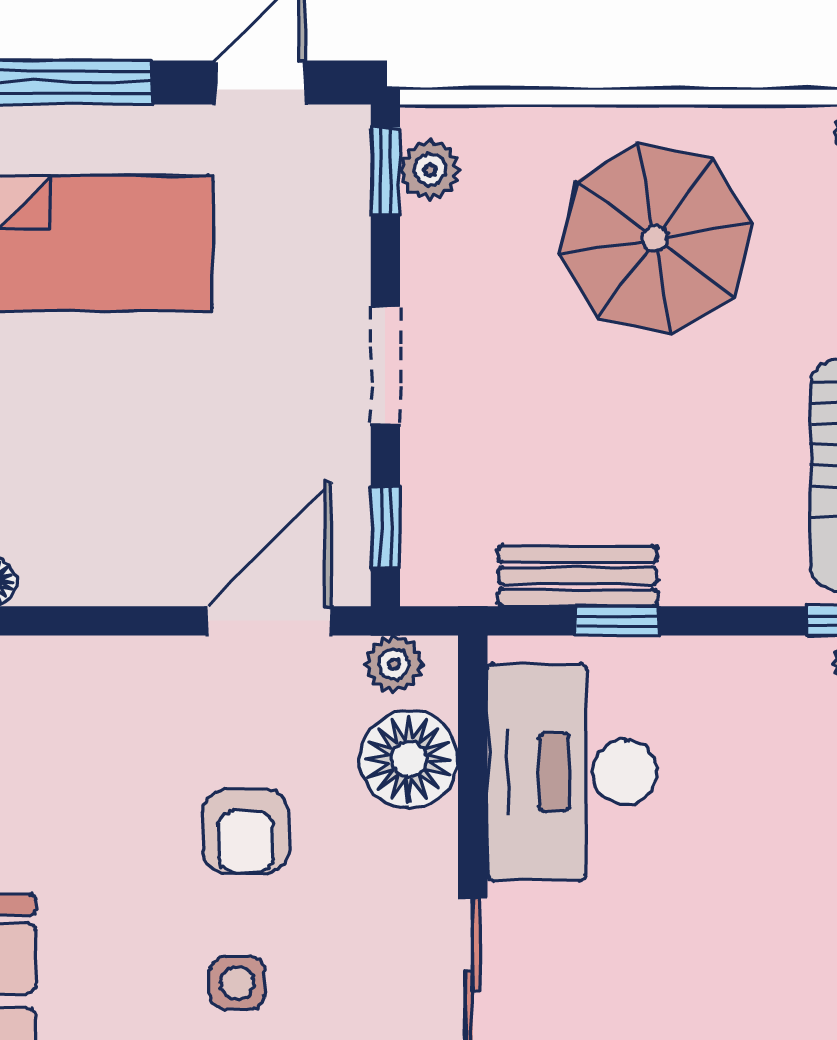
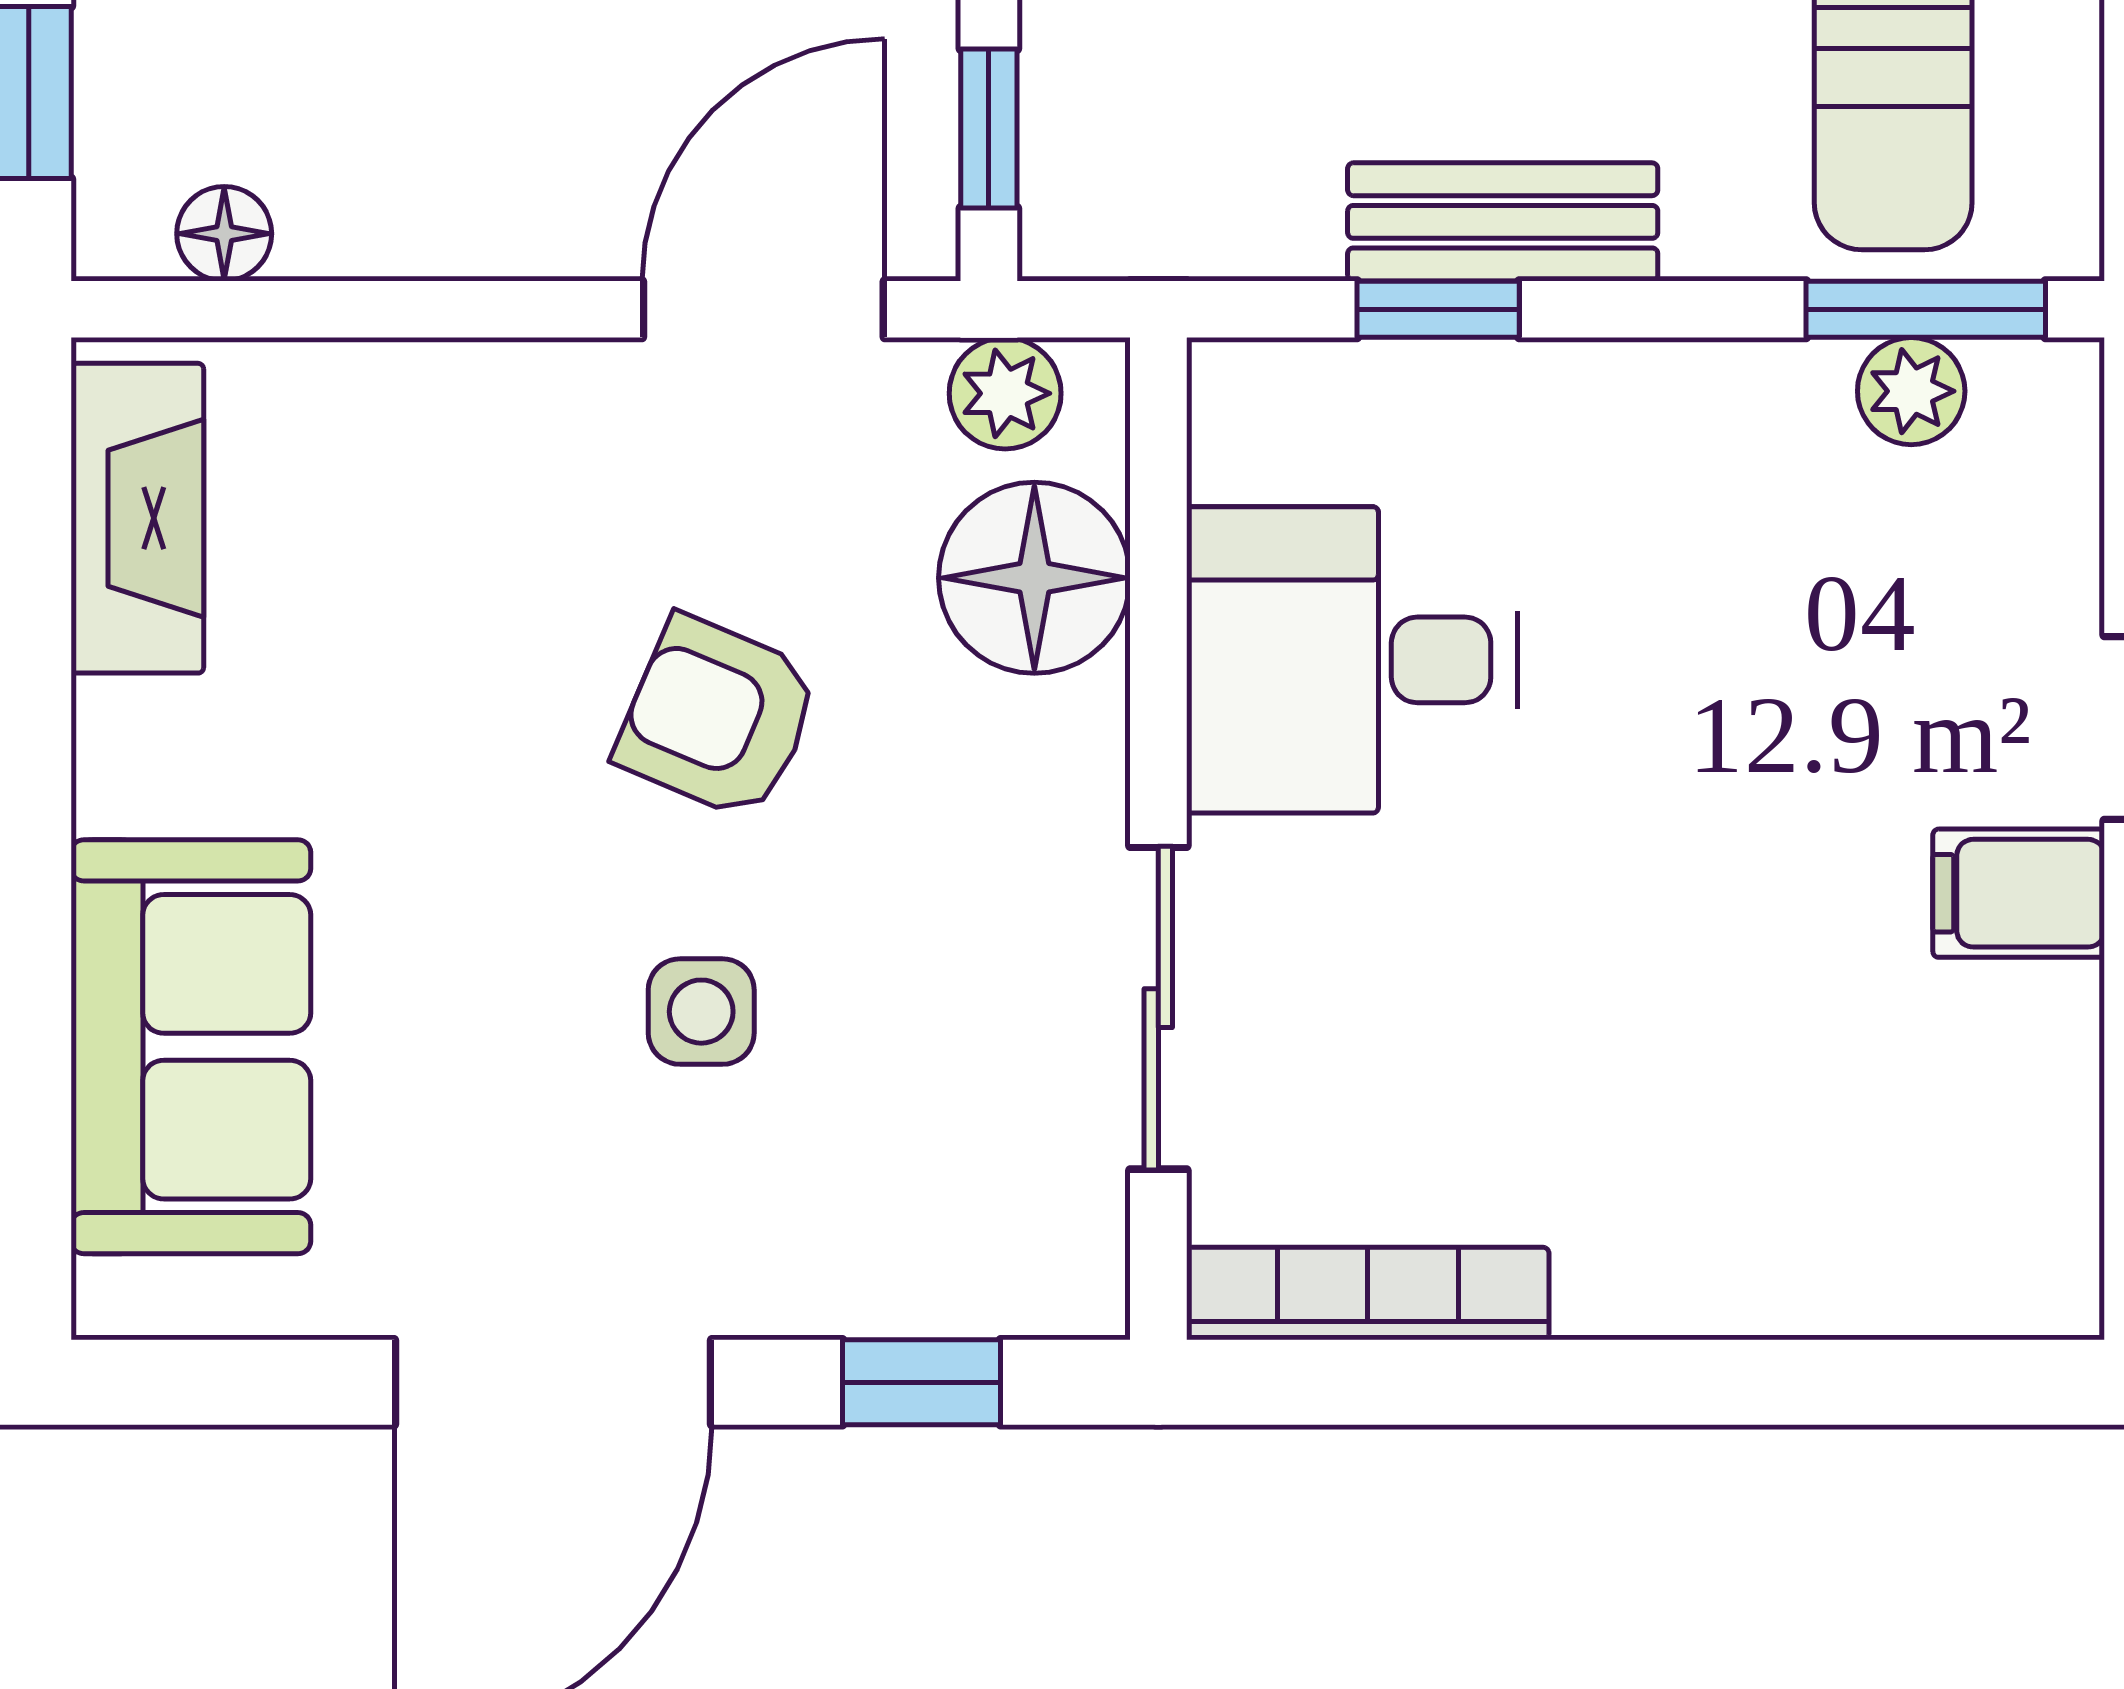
bench: (578, 576) -> (1503, 222), moved
desk: (572, 772) -> (1352, 660), width x0.73
armchair: (246, 831) -> (718, 718), turned 113

